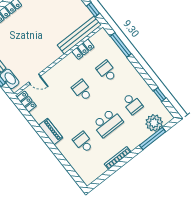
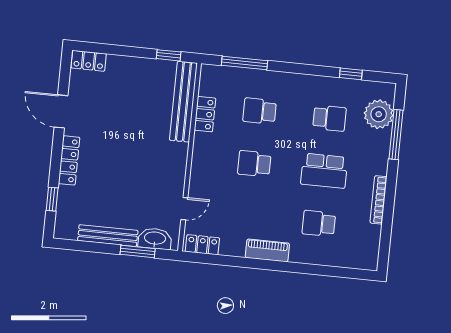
school desk: (108, 123) -> (324, 171), turned 90

